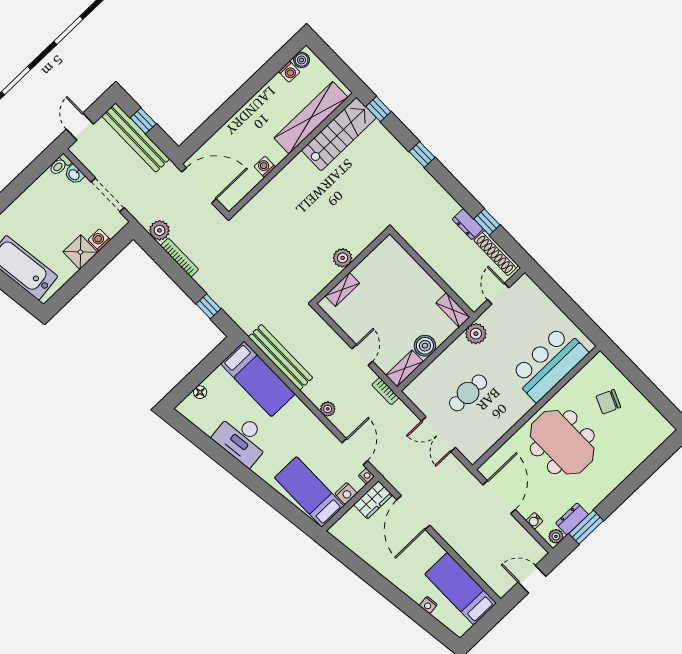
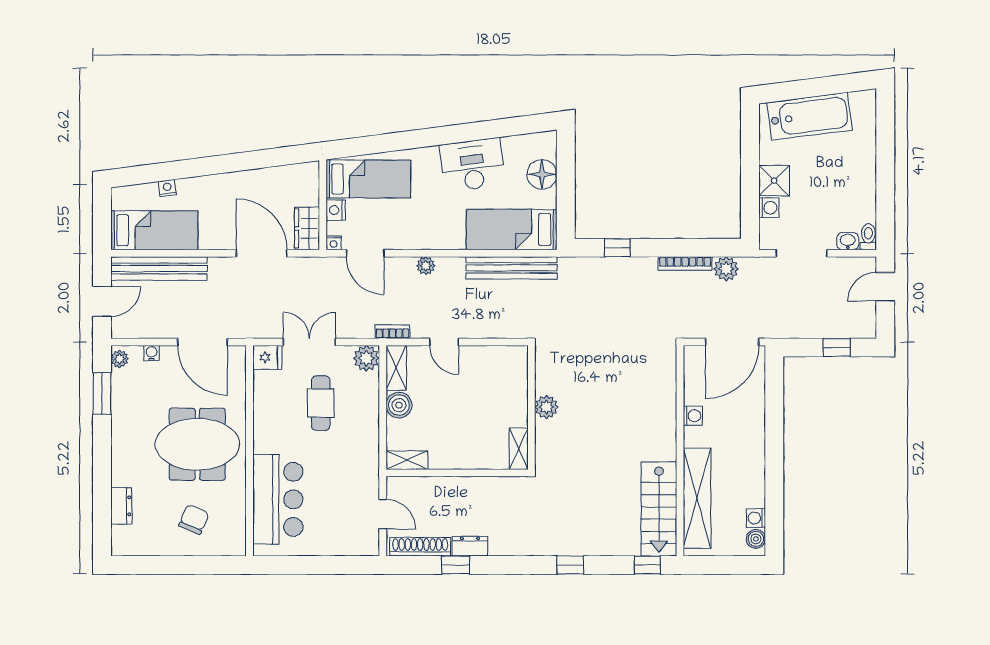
door: (80, 127) -> (885, 287), swing flipped
bench: (136, 138) -> (159, 268), moved
shelving: (342, 290) -> (519, 449), moved
plant: (476, 334) -> (366, 358), moved
floor lamp: (200, 392) -> (542, 174), width x1.89, depth x1.89
fridge: (471, 450) -> (267, 357), added
dresser: (572, 519) -> (121, 506), moved

